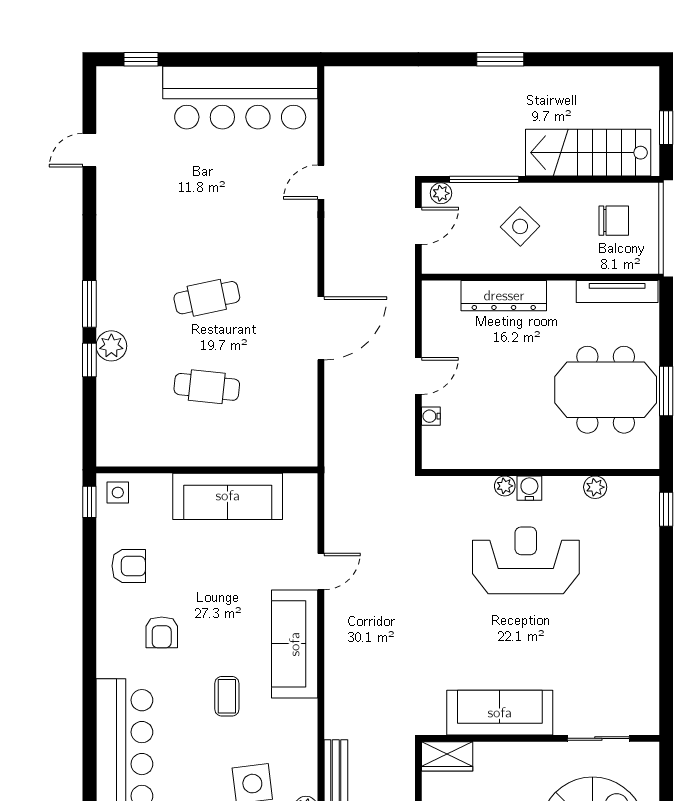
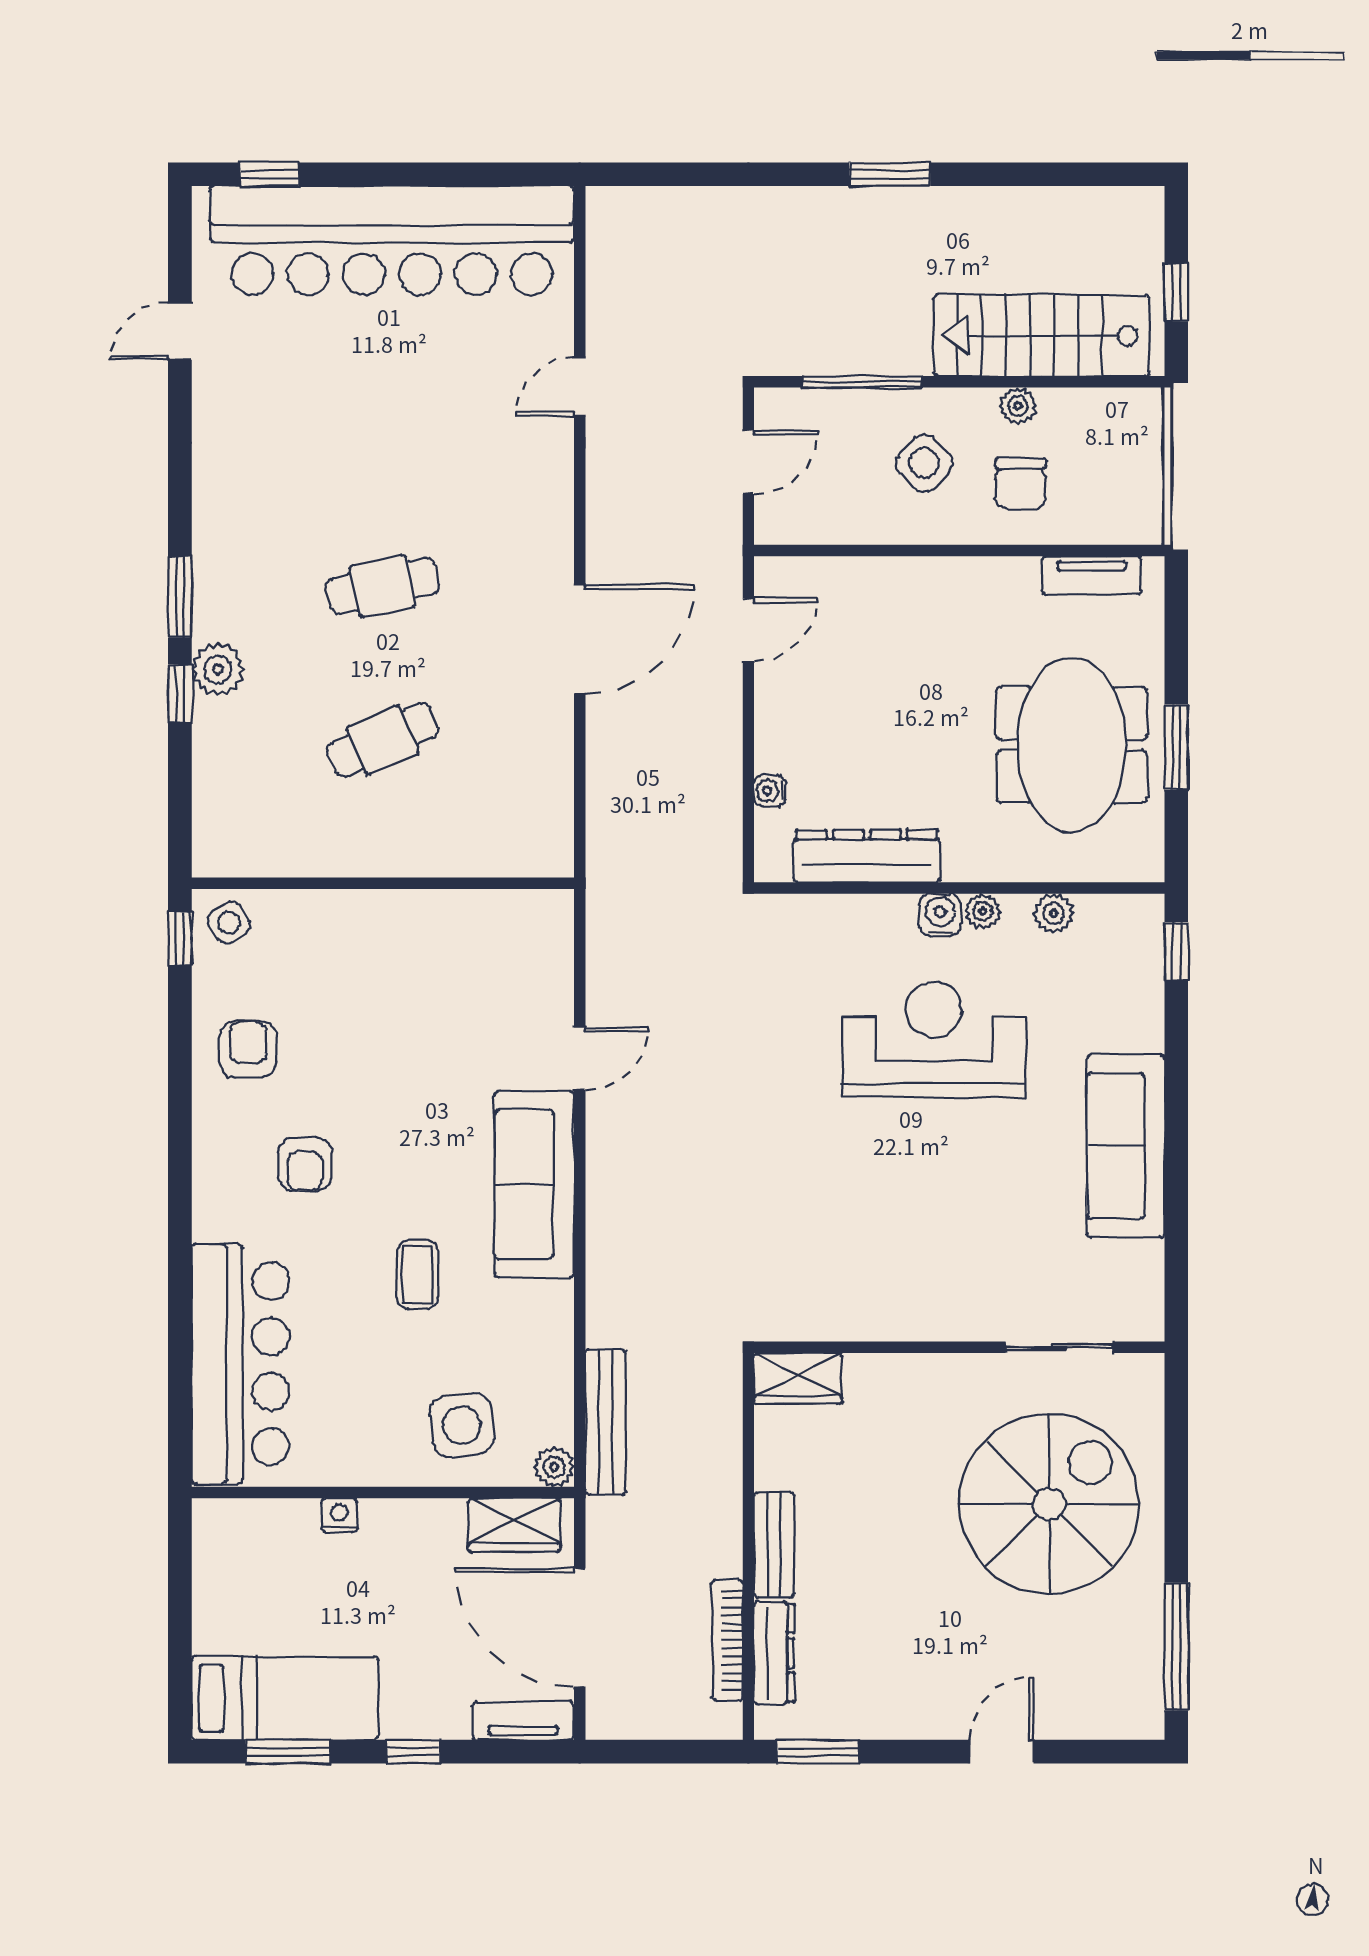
bar counter: (240, 98) -> (392, 240), width x1.36
plant: (441, 193) -> (1018, 406), moved
chair: (614, 221) -> (1021, 484), moved, turned 90
tv unit: (617, 291) -> (1091, 575), width x0.71
dresser: (504, 296) -> (867, 856), moved, turned 180
door: (418, 376) -> (748, 630), moved
cafe table: (207, 387) -> (383, 740), turned -30
meeting table: (606, 390) -> (1072, 745), turned 90
plant: (505, 486) -> (983, 911), moved
side table: (118, 493) -> (229, 923), turned -32
sofa: (228, 496) -> (419, 929), removed
armchair: (129, 566) -> (248, 1049), turned -90
sofa: (500, 713) -> (1126, 1146), moved, turned -90

